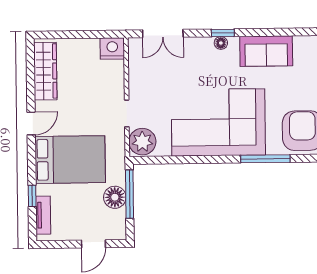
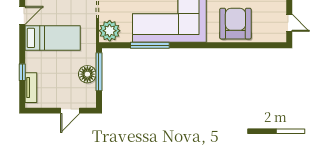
window: (265, 159) -> (150, 45), moved
bed: (70, 160) -> (53, 38), width x0.67

